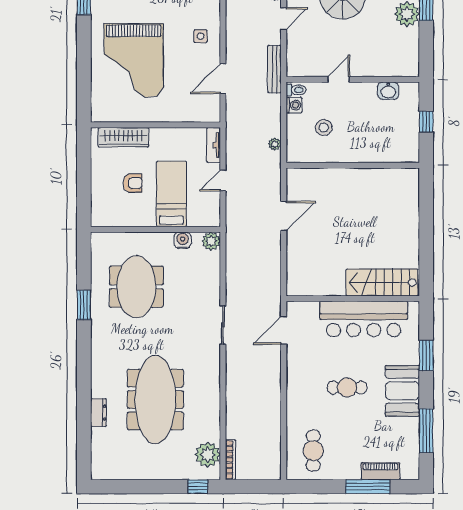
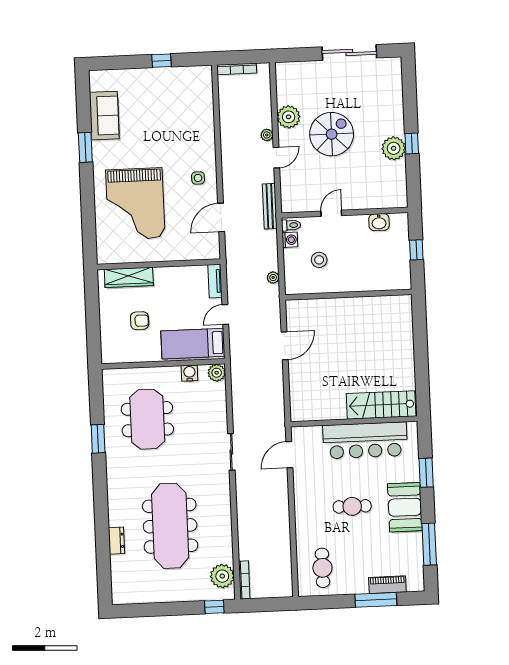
bed: (171, 194) -> (193, 344), moved, turned -90

